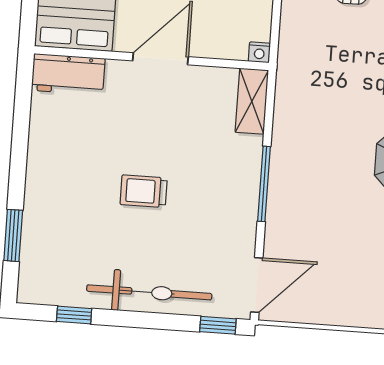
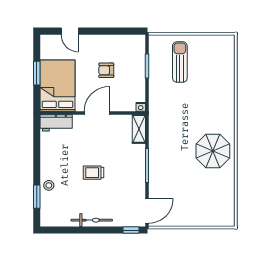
stool: (42, 213) -> (49, 185), added
bicycle: (149, 292) -> (92, 220), width x0.73, depth x0.71
window: (74, 315) -> (66, 230), removed

